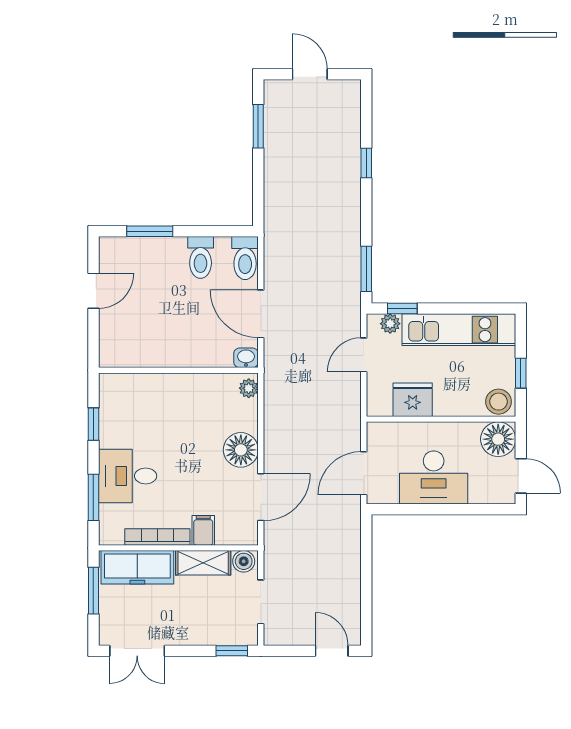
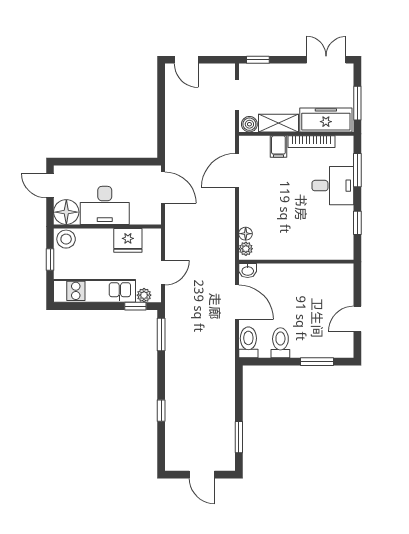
floor lamp: (241, 450) -> (246, 234), moved, width x0.53, depth x0.53
door: (364, 473) -> (163, 188), hinge flipped
desk: (434, 477) -> (105, 205), moved, turned 180

